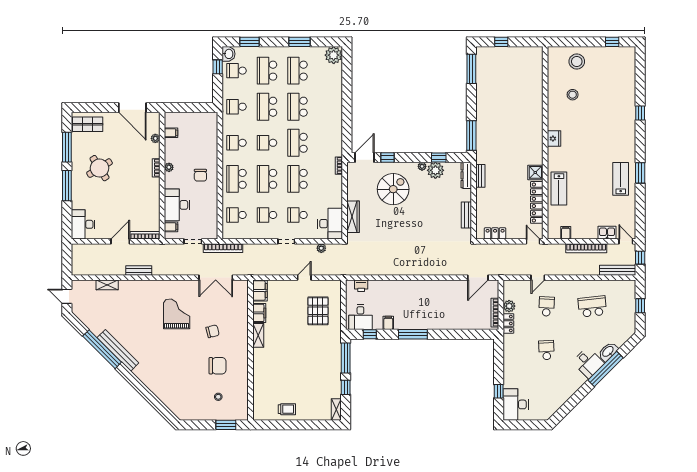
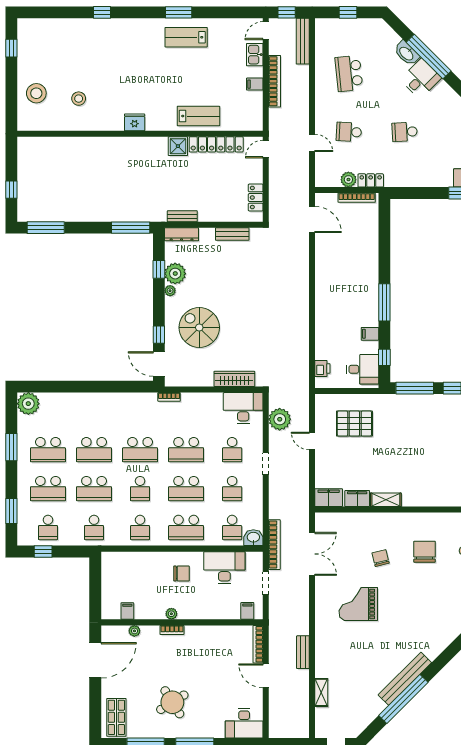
washbasin: (228, 54) -> (253, 538), moved
desk: (177, 205) -> (224, 568), moved, turned 180
filing cabinet: (566, 233) -> (255, 84), moved
plant: (321, 248) -> (280, 419), width x1.87, depth x1.87

